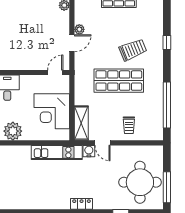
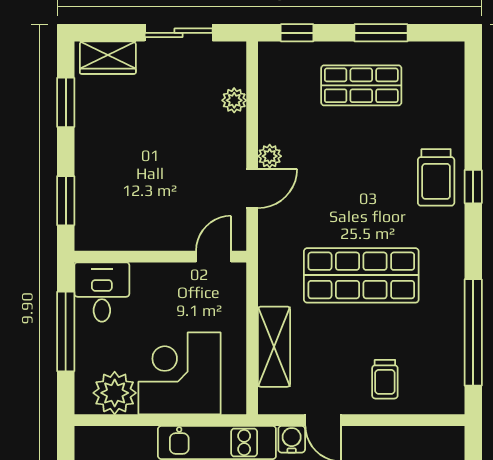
trolley: (133, 50) -> (436, 177), moved, turned 112
corner desk: (52, 111) -> (179, 373), moved, turned 90
shelving: (81, 123) -> (274, 347), moved

